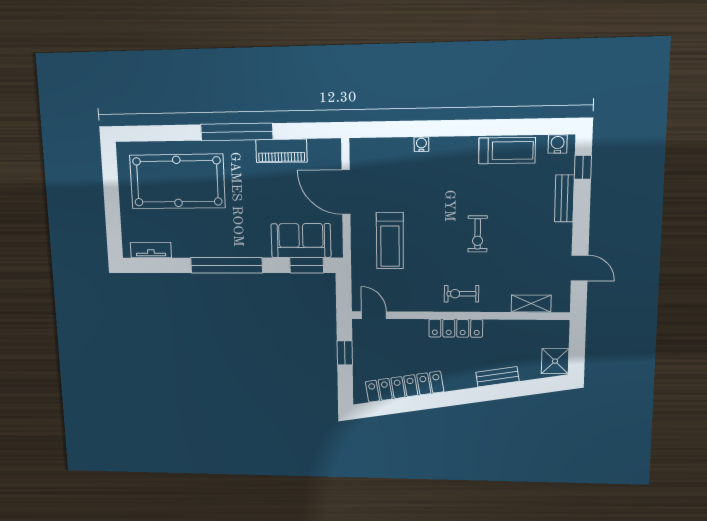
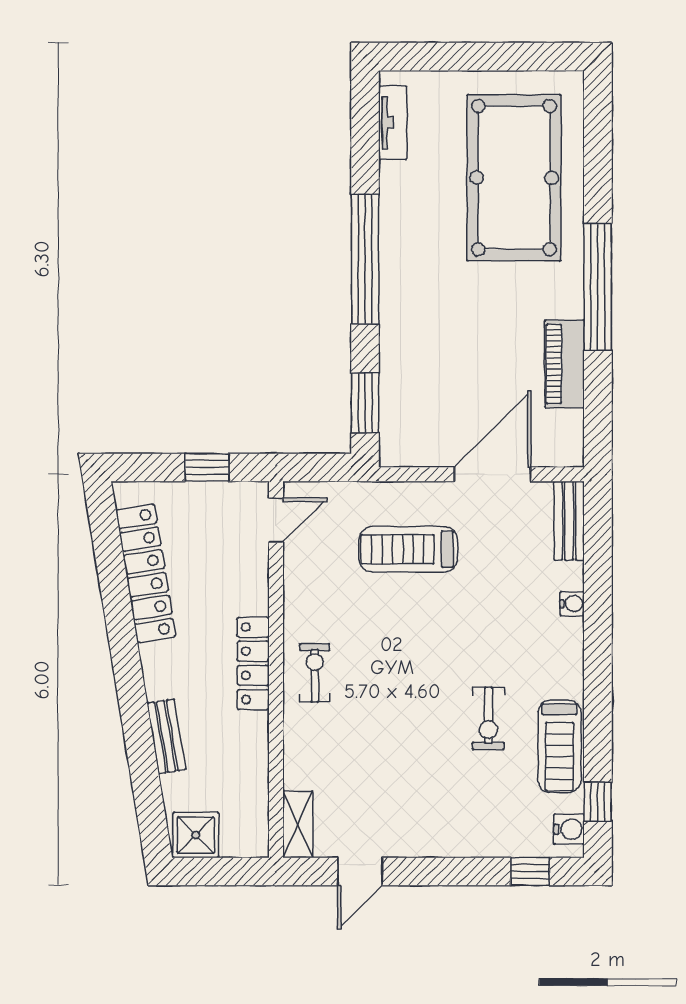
window: (541, 127) -> (598, 802), added
bench: (564, 198) -> (569, 521), moved, turned 90
exercise bike: (478, 234) -> (488, 718), moved, turned -90
sofa: (301, 241) -> (409, 394), removed
shelving: (531, 304) -> (298, 824), moved

